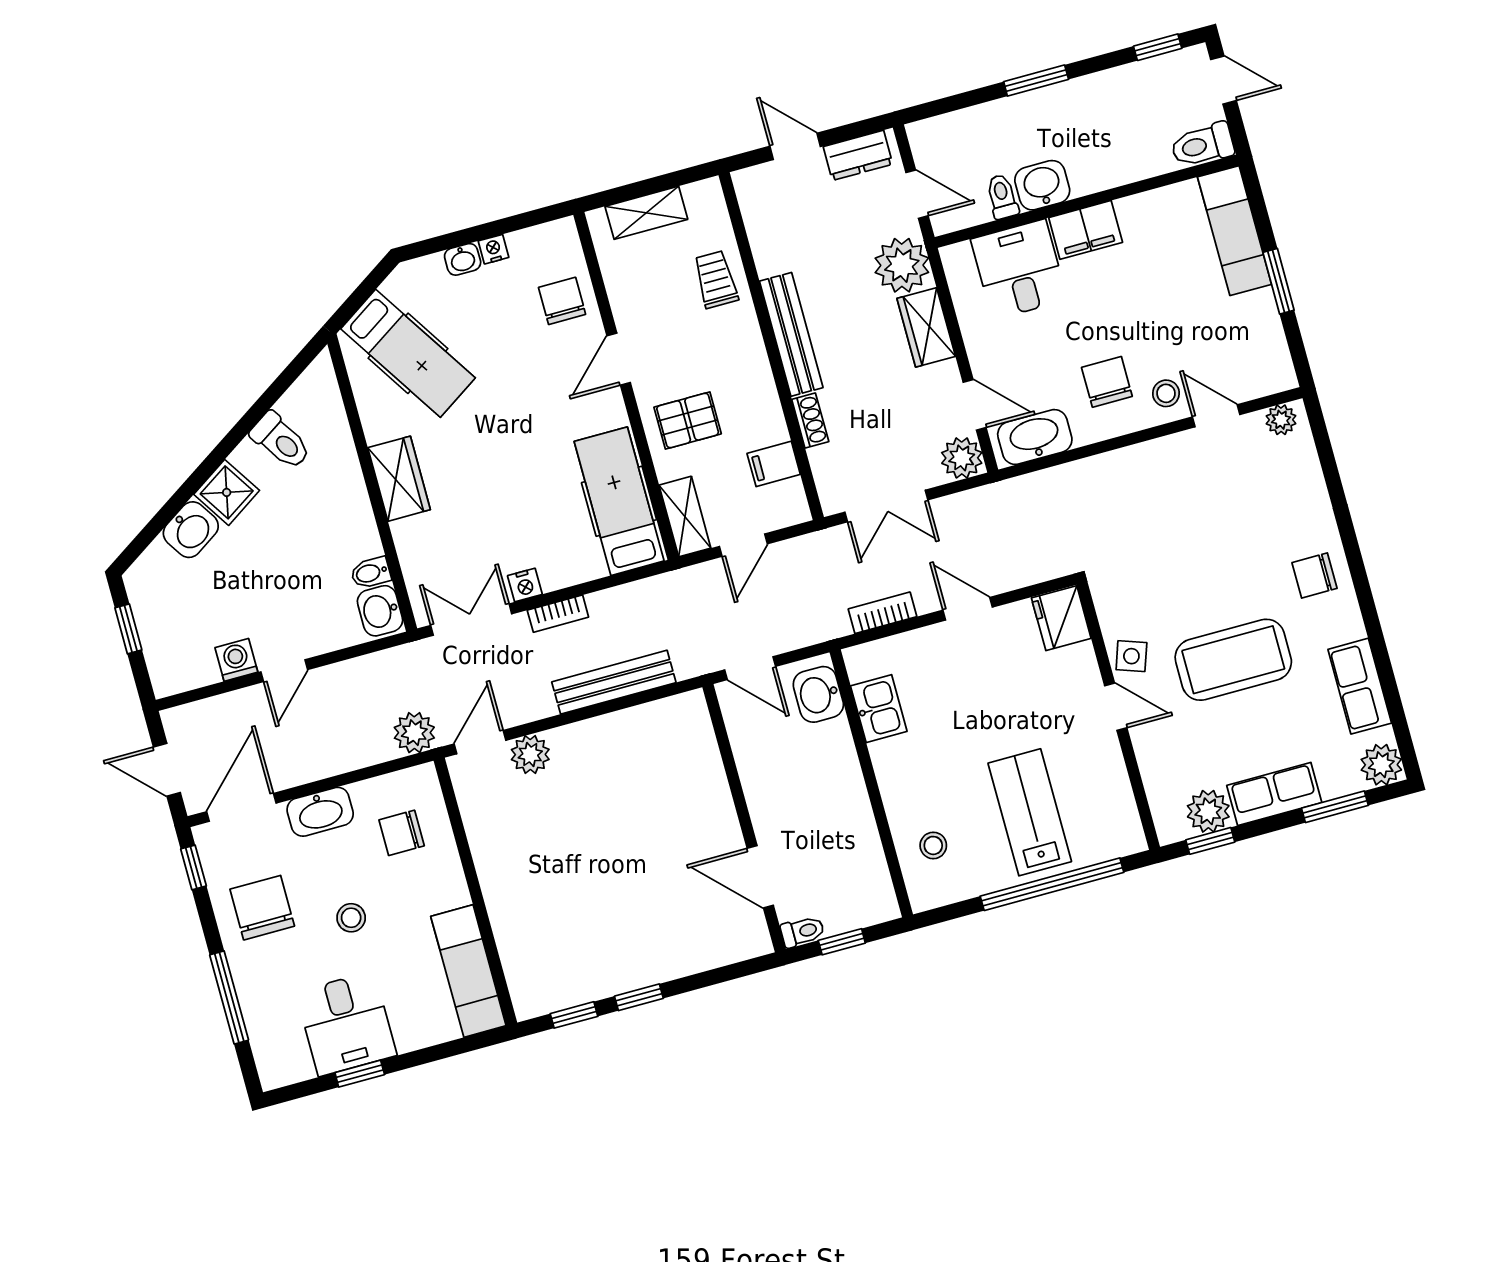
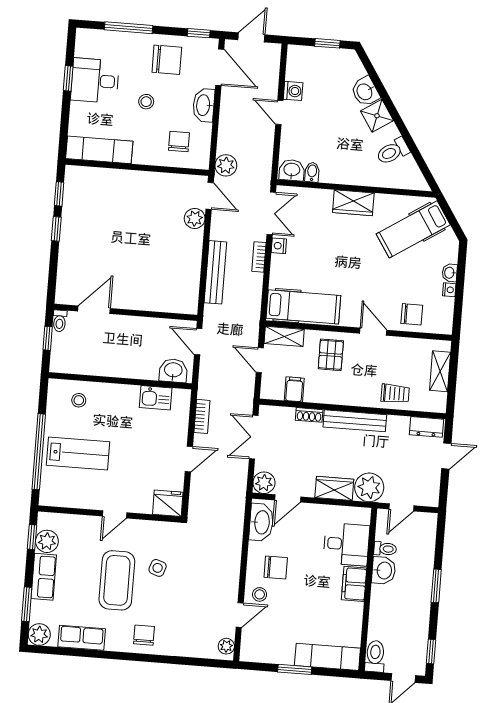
dresser: (858, 155) -> (426, 427), moved, turned -90
side table: (1131, 656) -> (158, 568), moved
door: (750, 668) -> (198, 342), hinge flipped

